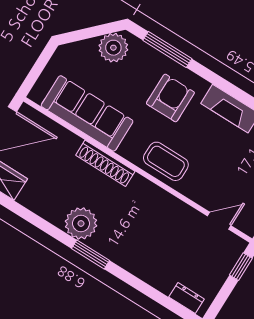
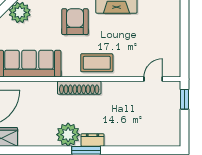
shoe rack: (105, 163) -> (79, 88), moved
dresser: (187, 298) -> (93, 140), moved

